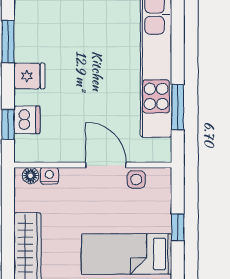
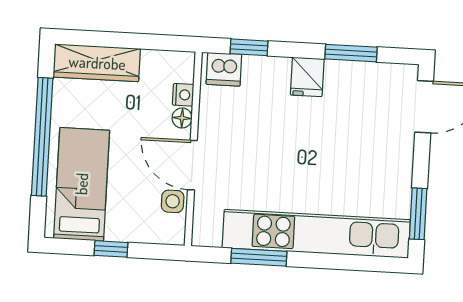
dishwasher: (27, 120) -> (224, 69), moved
door: (106, 165) -> (192, 165), swing flipped
floor lamp: (31, 176) -> (182, 118), moved

